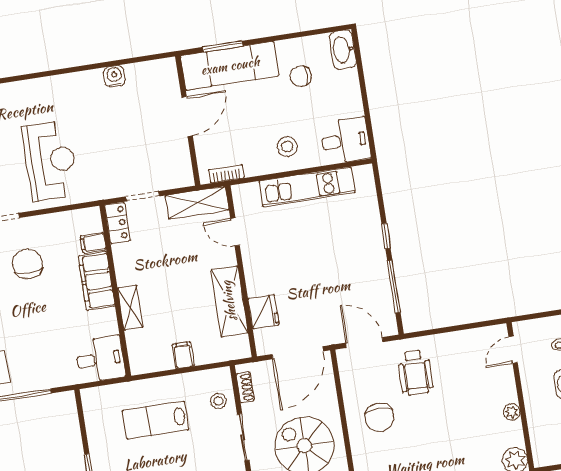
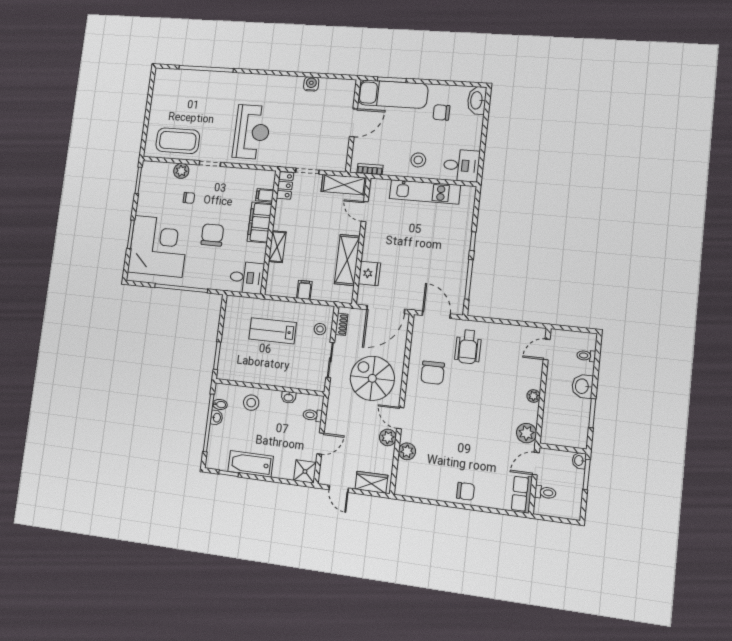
chair: (28, 264) -> (212, 235), moved

